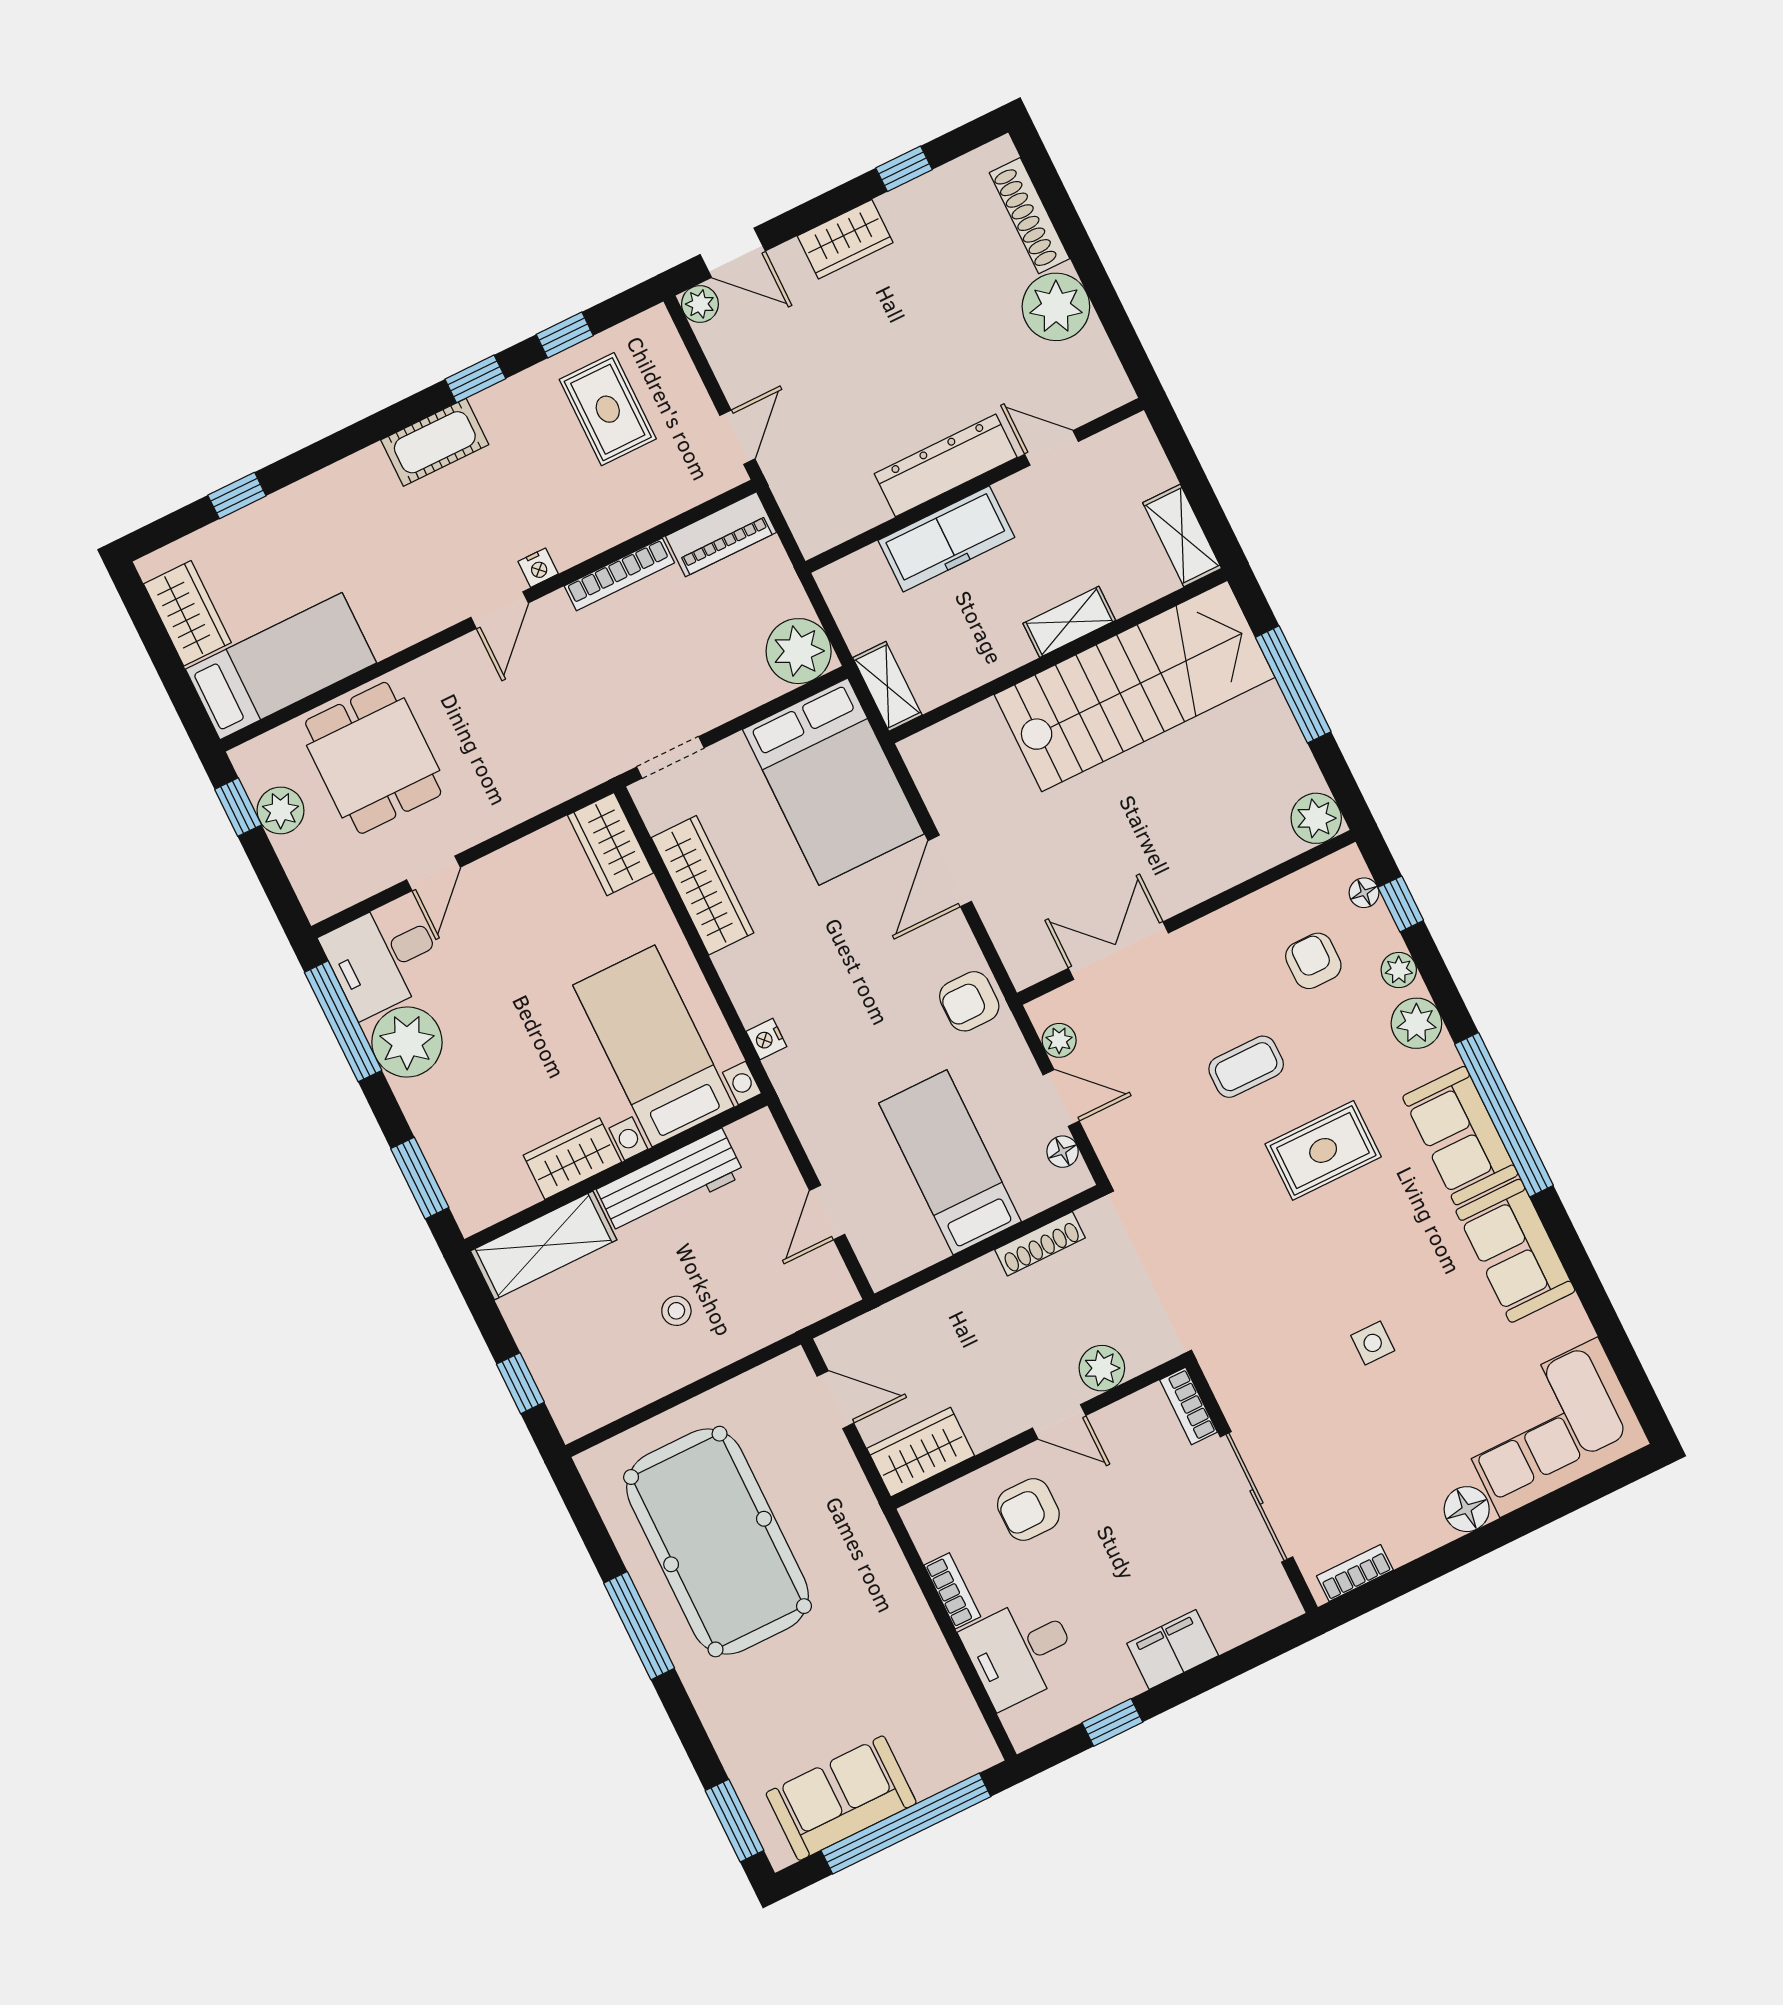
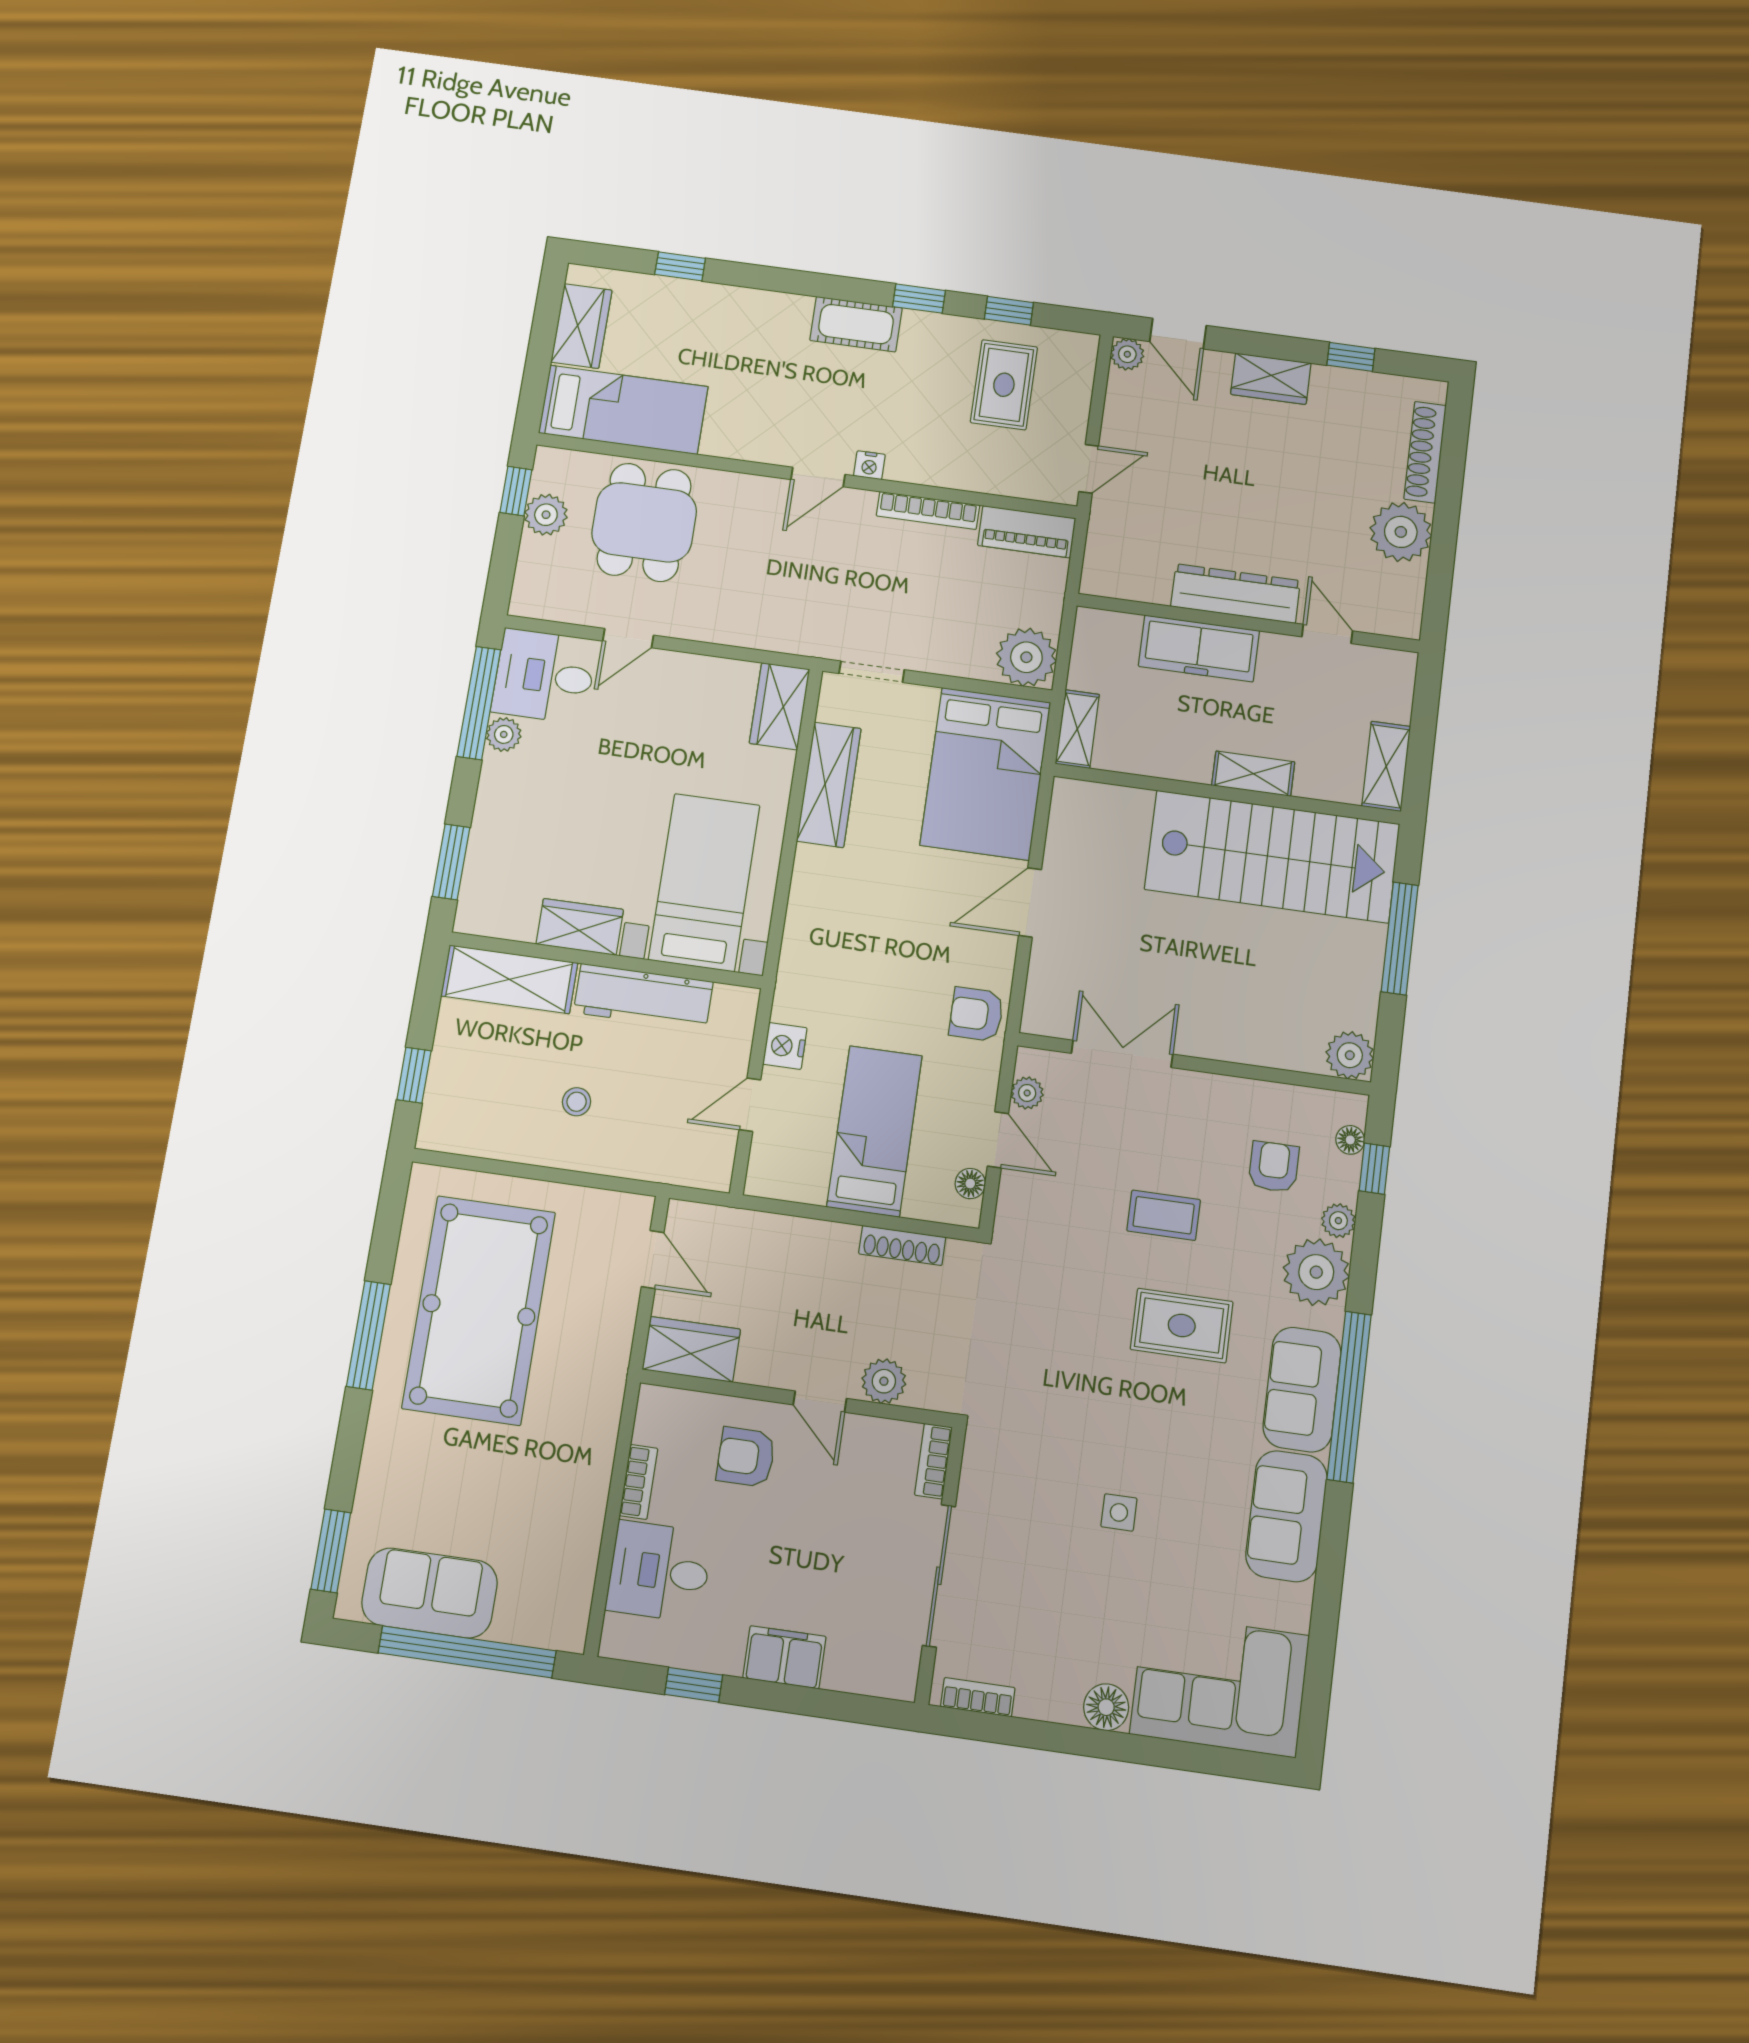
plant: (1416, 1023) -> (1316, 1272), width x1.36, depth x1.36
nightstand: (766, 1039) -> (785, 1046), moved, width x1.39, depth x1.35
plant: (407, 1042) -> (504, 734), width x0.53, depth x0.53

